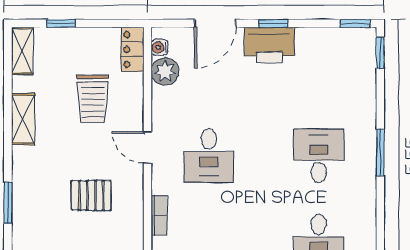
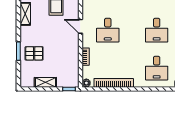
desk: (319, 156) -> (157, 30), turned 180
pallet: (91, 195) -> (34, 53), moved

